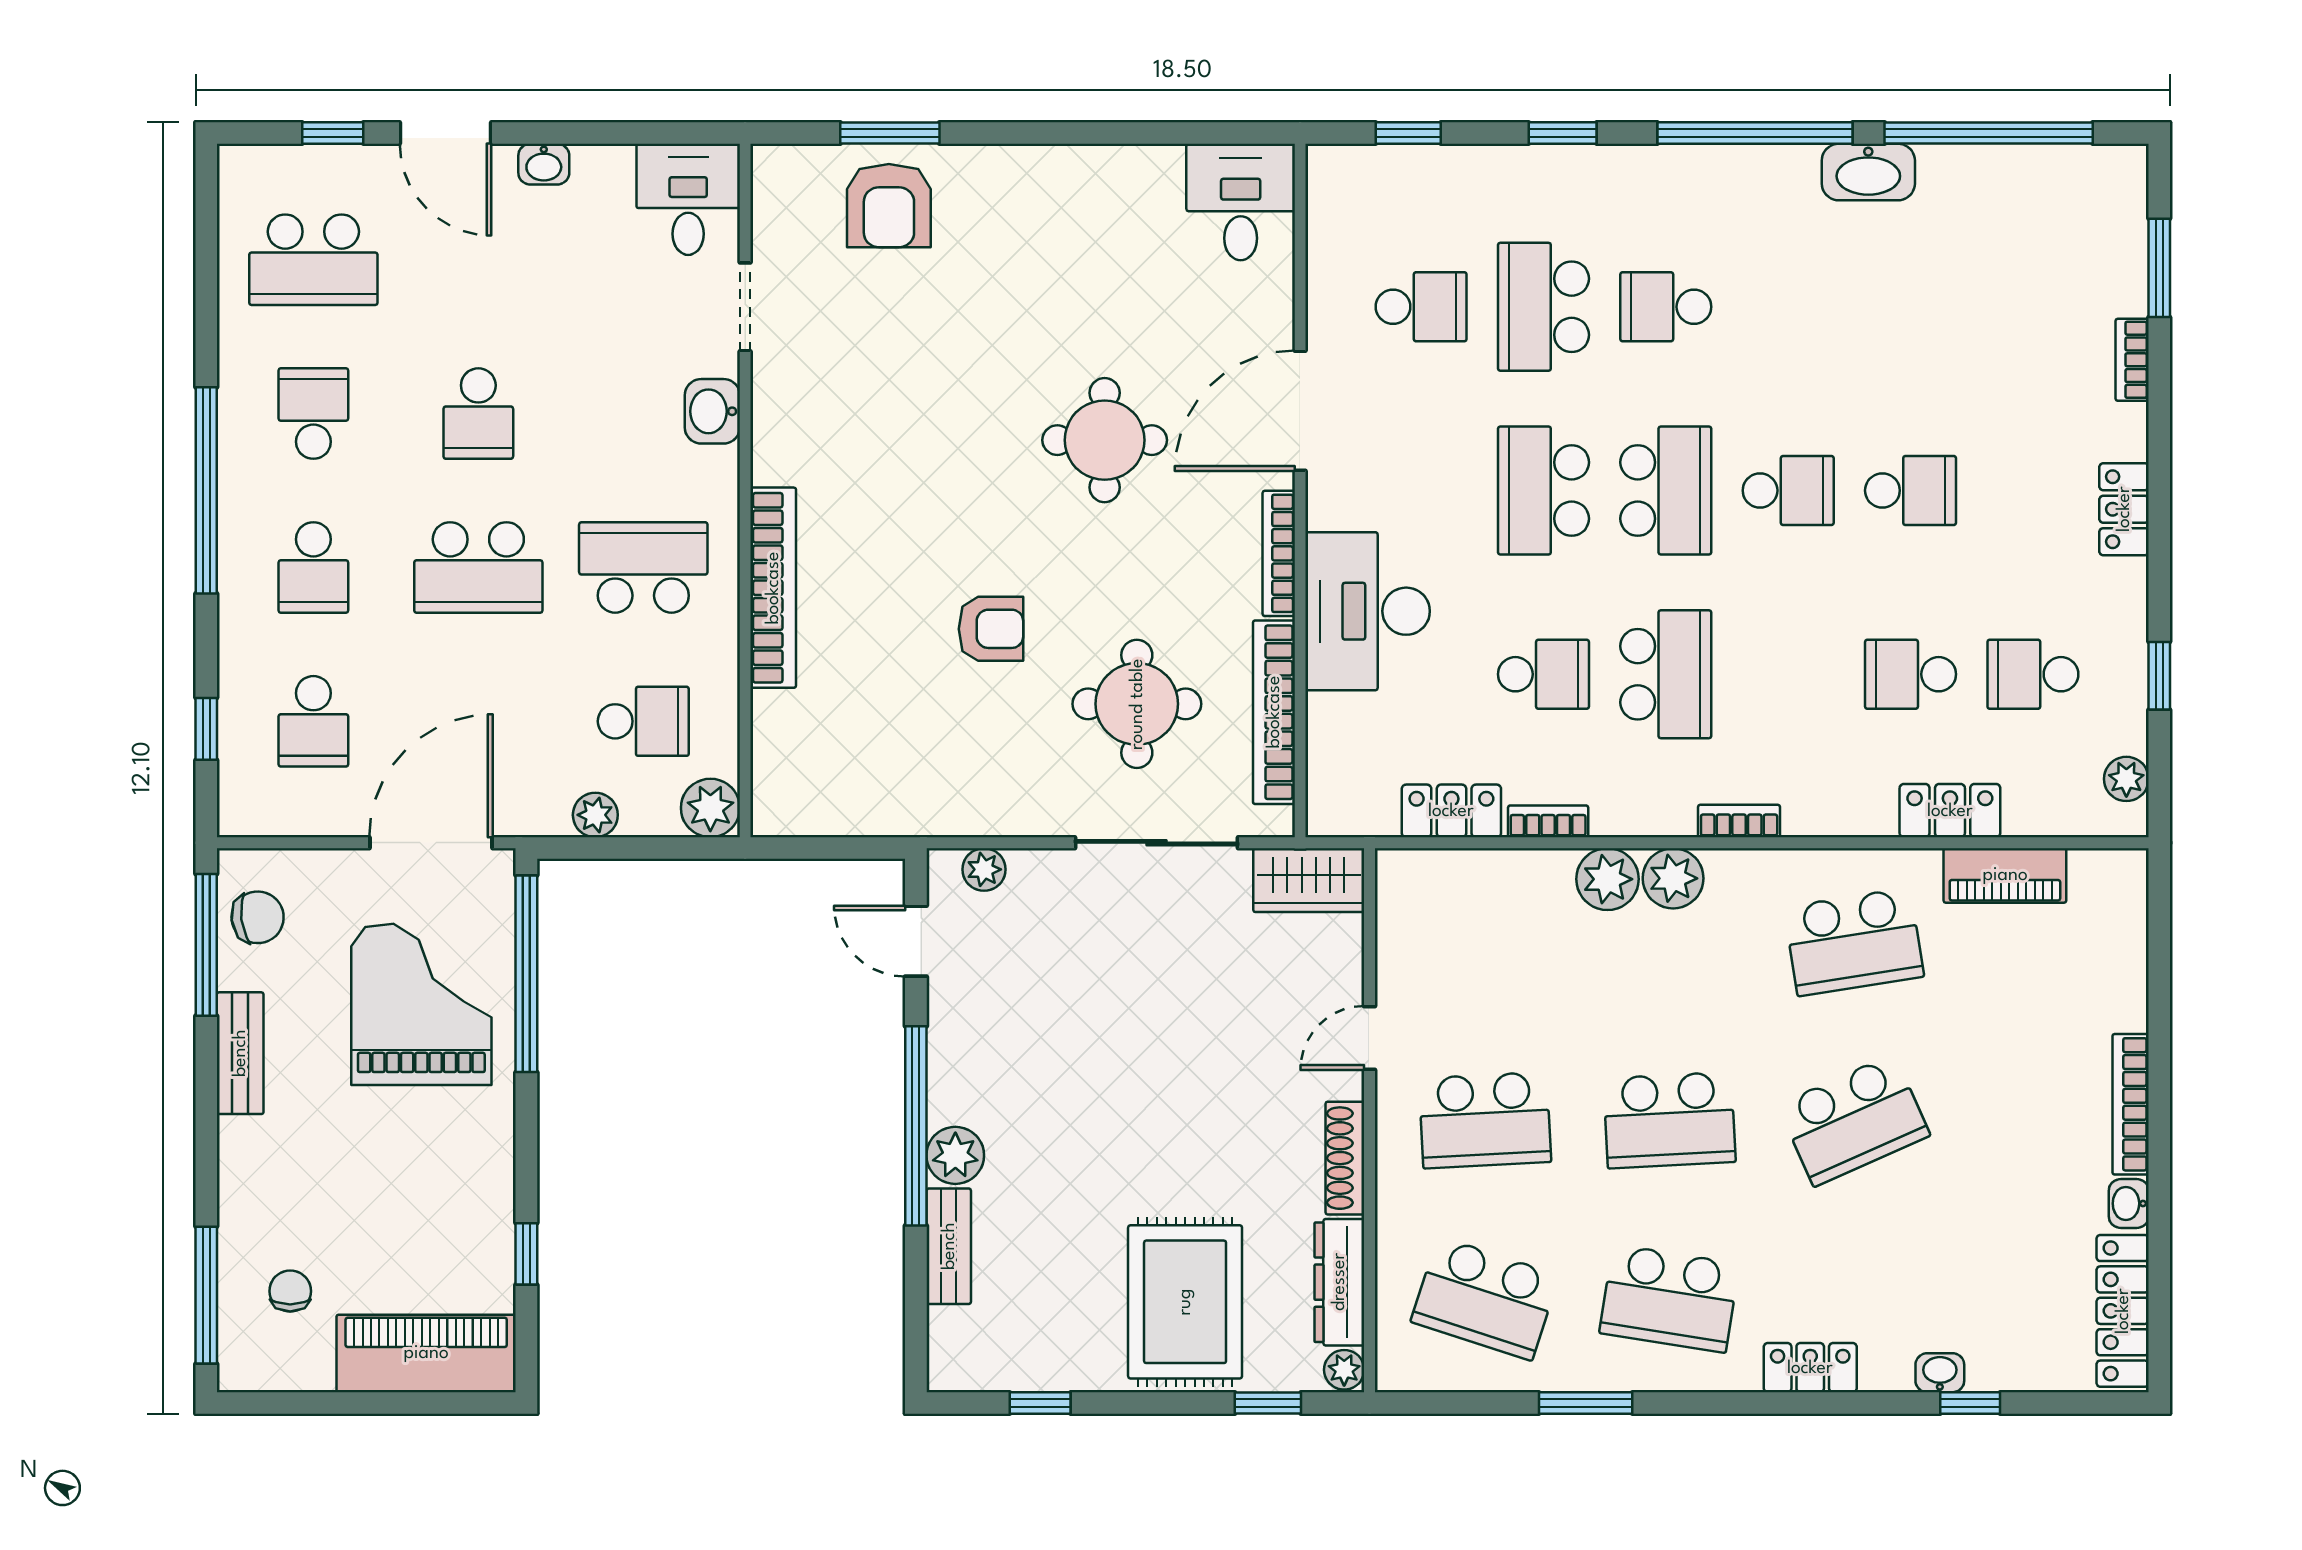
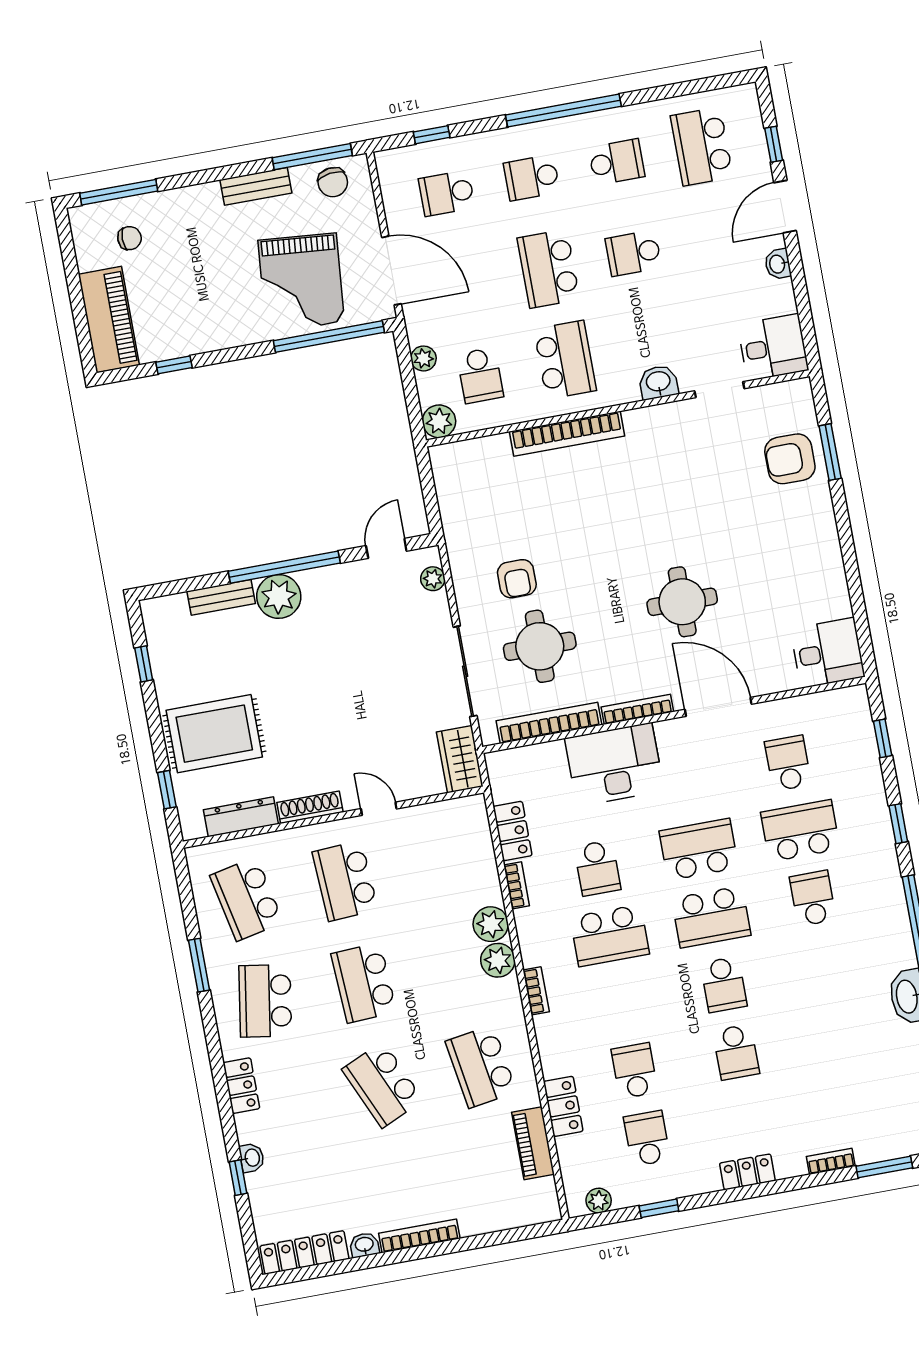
school desk: (1421, 307) -> (788, 763), turned 180
armchair: (991, 629) -> (517, 579), moved
grand piano: (421, 1004) -> (301, 282), turned 95
plant: (955, 1155) -> (279, 597), width x1.36, depth x1.36
school desk: (1485, 1298) -> (247, 899), turned -30
plant: (1344, 1370) -> (193, 828), removed

